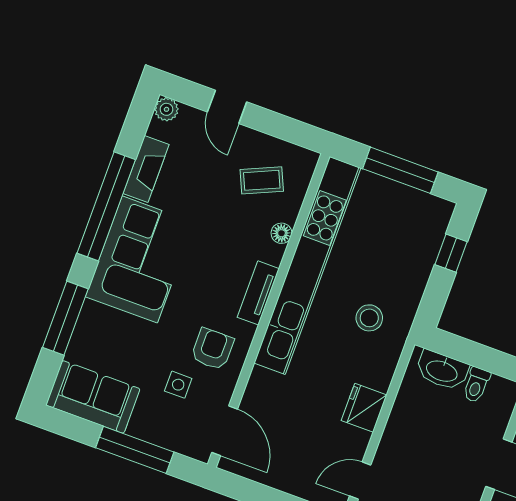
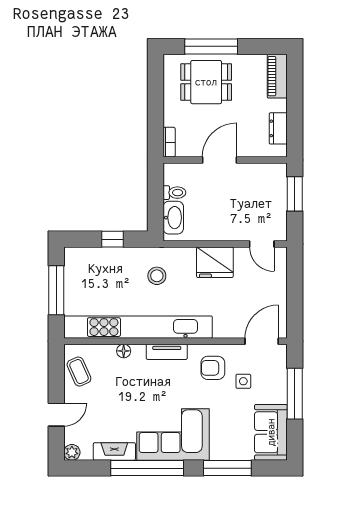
coffee table: (262, 180) -> (79, 372), moved
window: (451, 253) -> (112, 239), moved
fridge: (364, 408) -> (215, 262), width x1.36, depth x1.34

